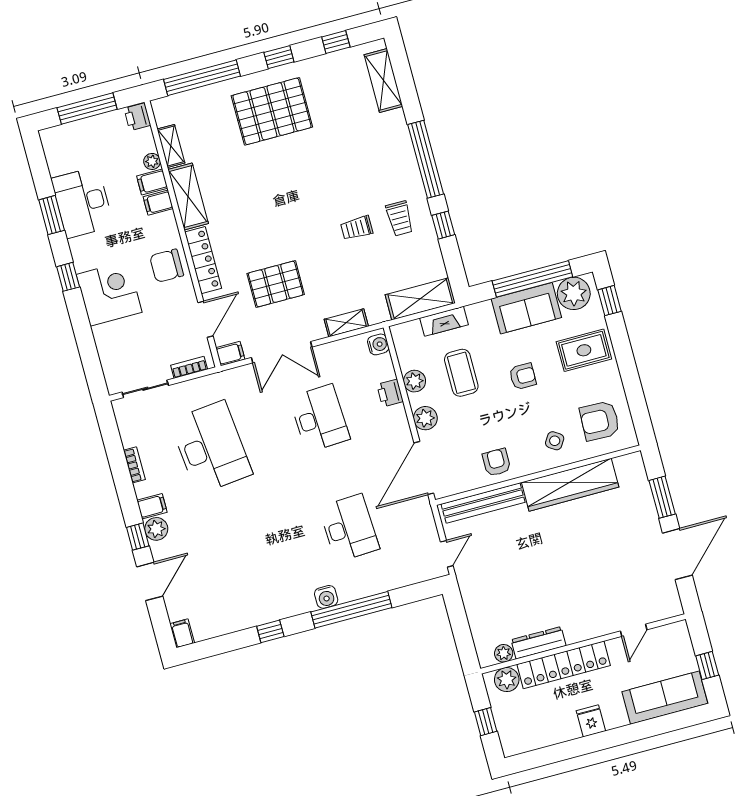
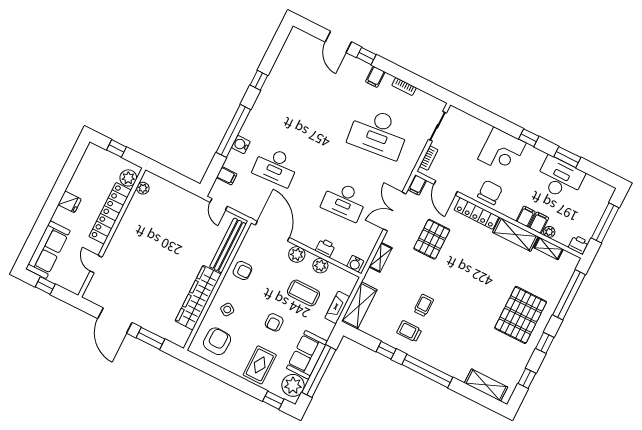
plant: (156, 529) -> (362, 69), removed
water cooler: (326, 597) -> (241, 145), moved
filing cabinet: (182, 633) -> (227, 176), moved
dresser: (539, 643) -> (133, 211), removed

